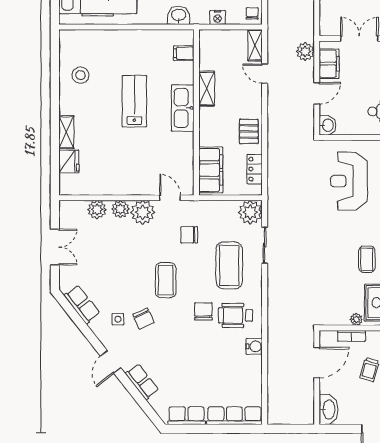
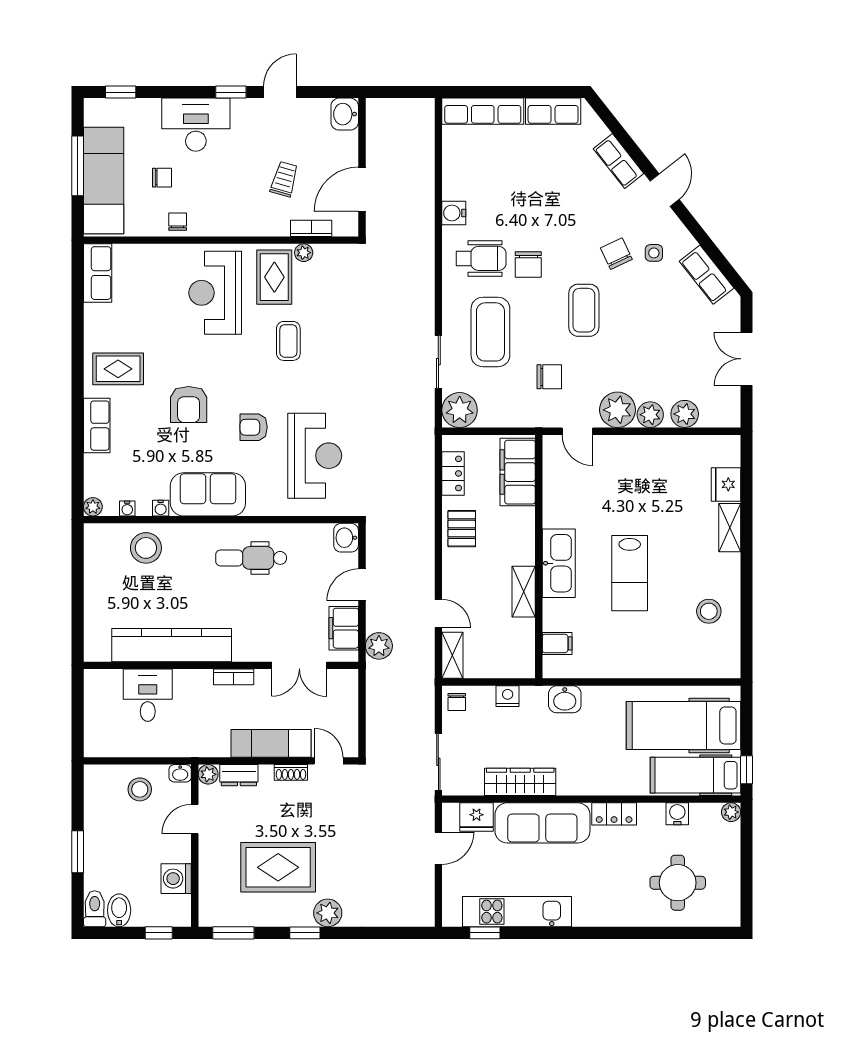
washbasin: (328, 409) -> (345, 114), width x0.72

